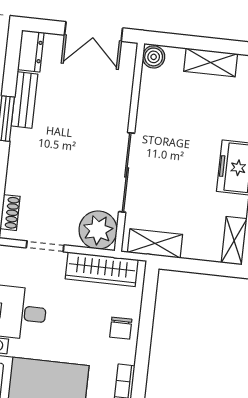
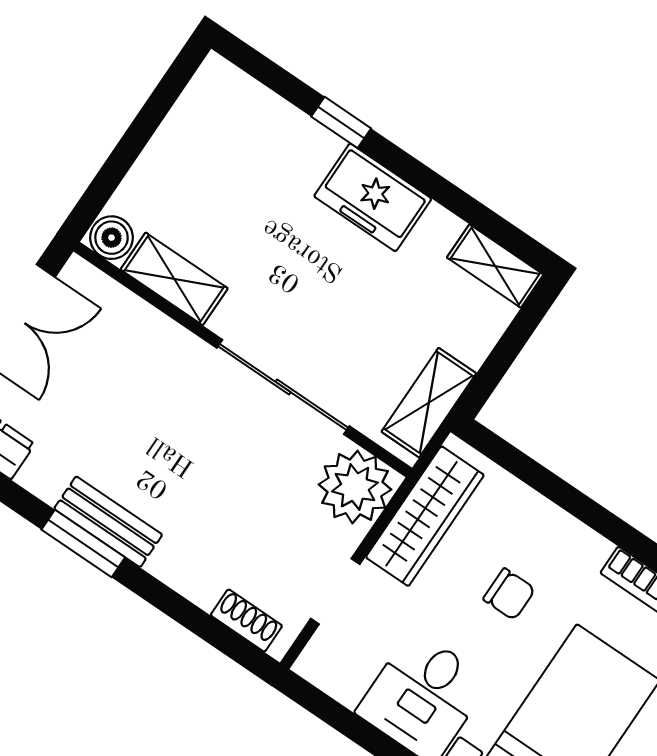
shelving: (211, 62) -> (174, 279), moved, turned 90
bench: (25, 100) -> (108, 522), moved
chair: (121, 328) -> (509, 594), moved

